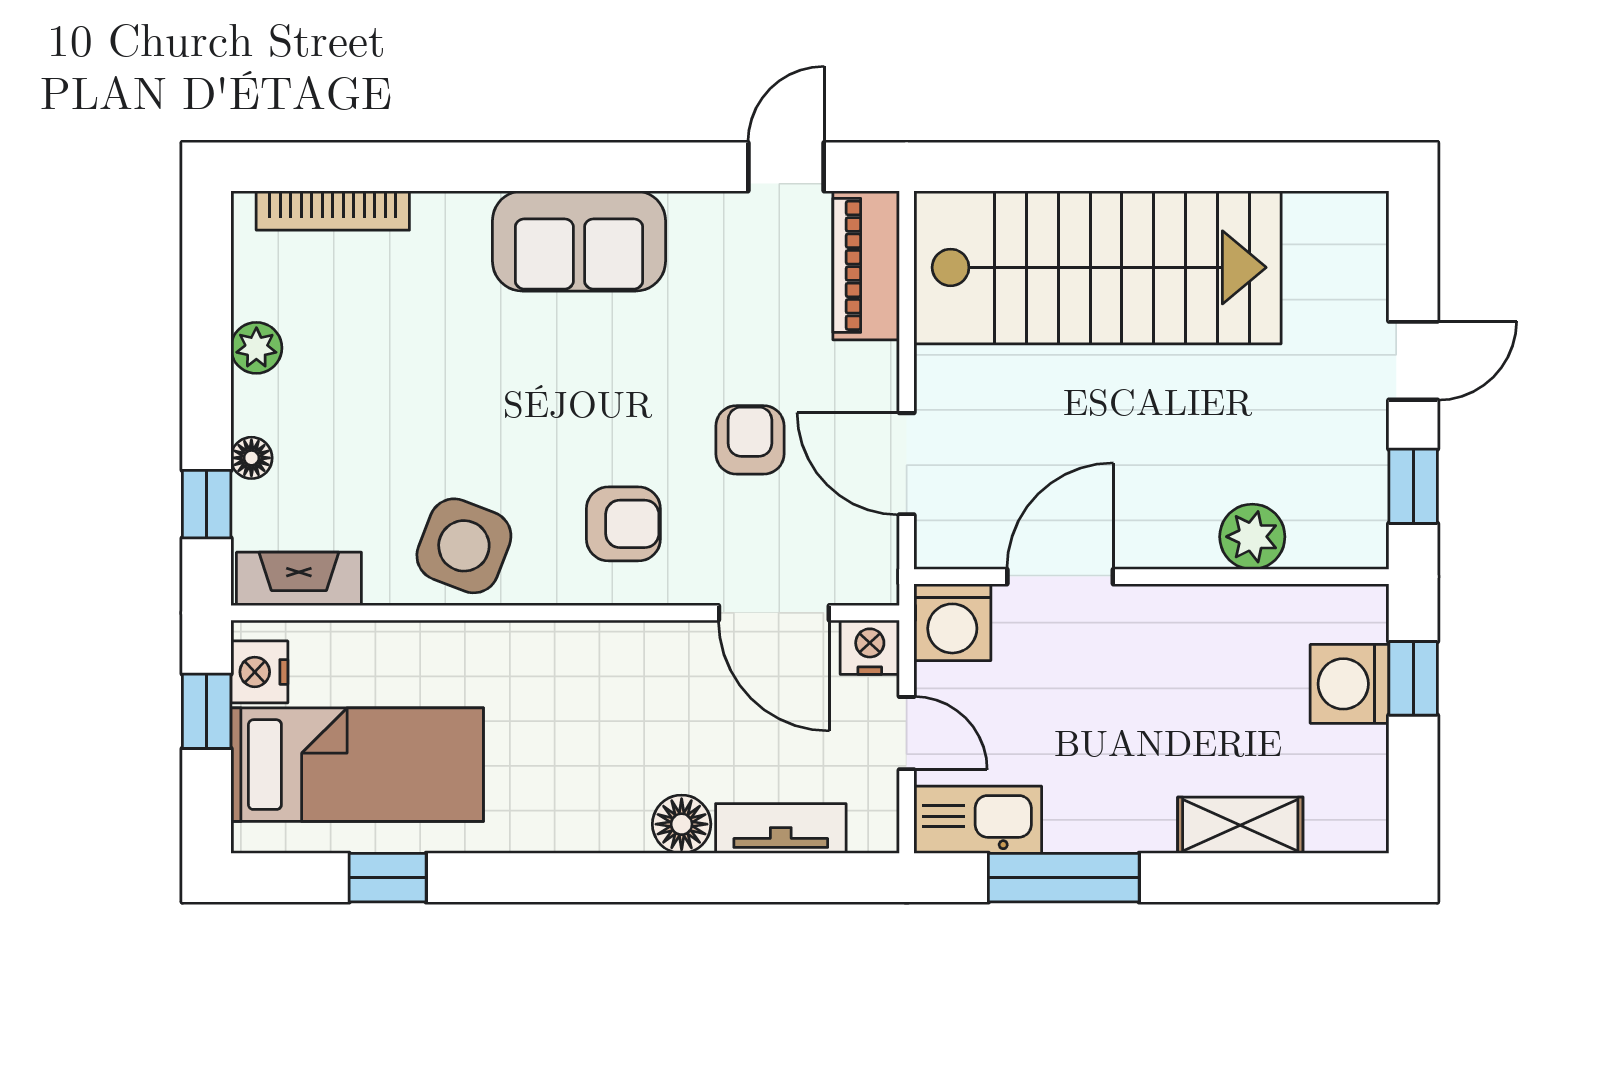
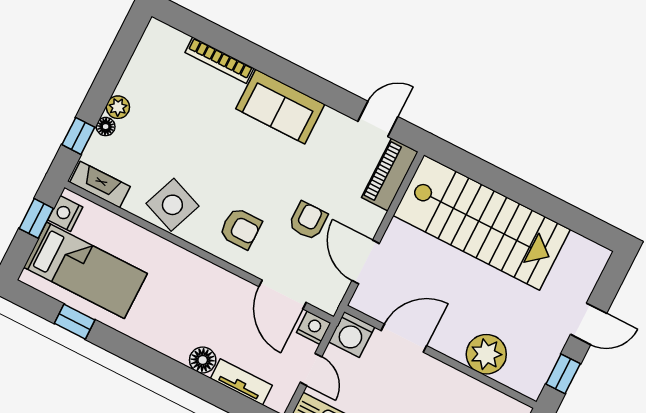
bookcase: (333, 211) -> (219, 60), moved
plant: (256, 348) -> (118, 107), moved
plant: (1252, 537) -> (486, 354), width x1.36, depth x1.36

